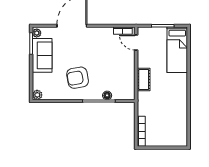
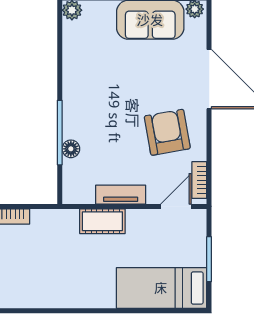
tv unit: (130, 70) -> (121, 195), added
armchair: (78, 78) -> (167, 132), moved

